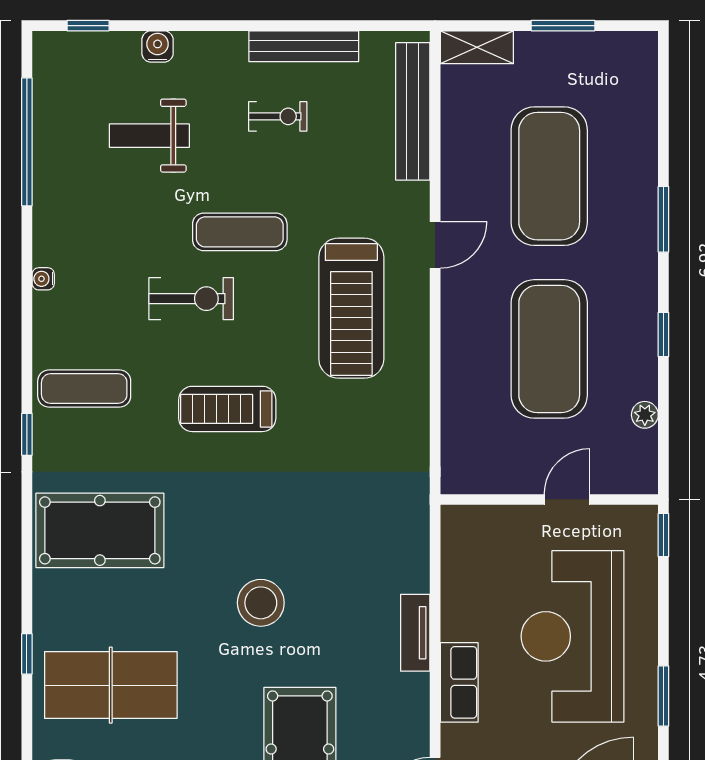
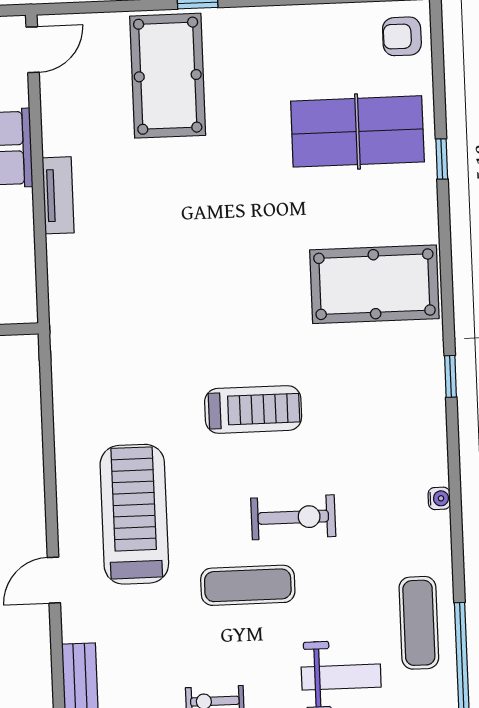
water cooler: (43, 279) -> (439, 498), moved
exercise bike: (191, 299) -> (293, 517), turned 180
exercise mat: (84, 388) -> (419, 623), moved, turned 90
stool: (261, 603) -> (212, 219), removed

